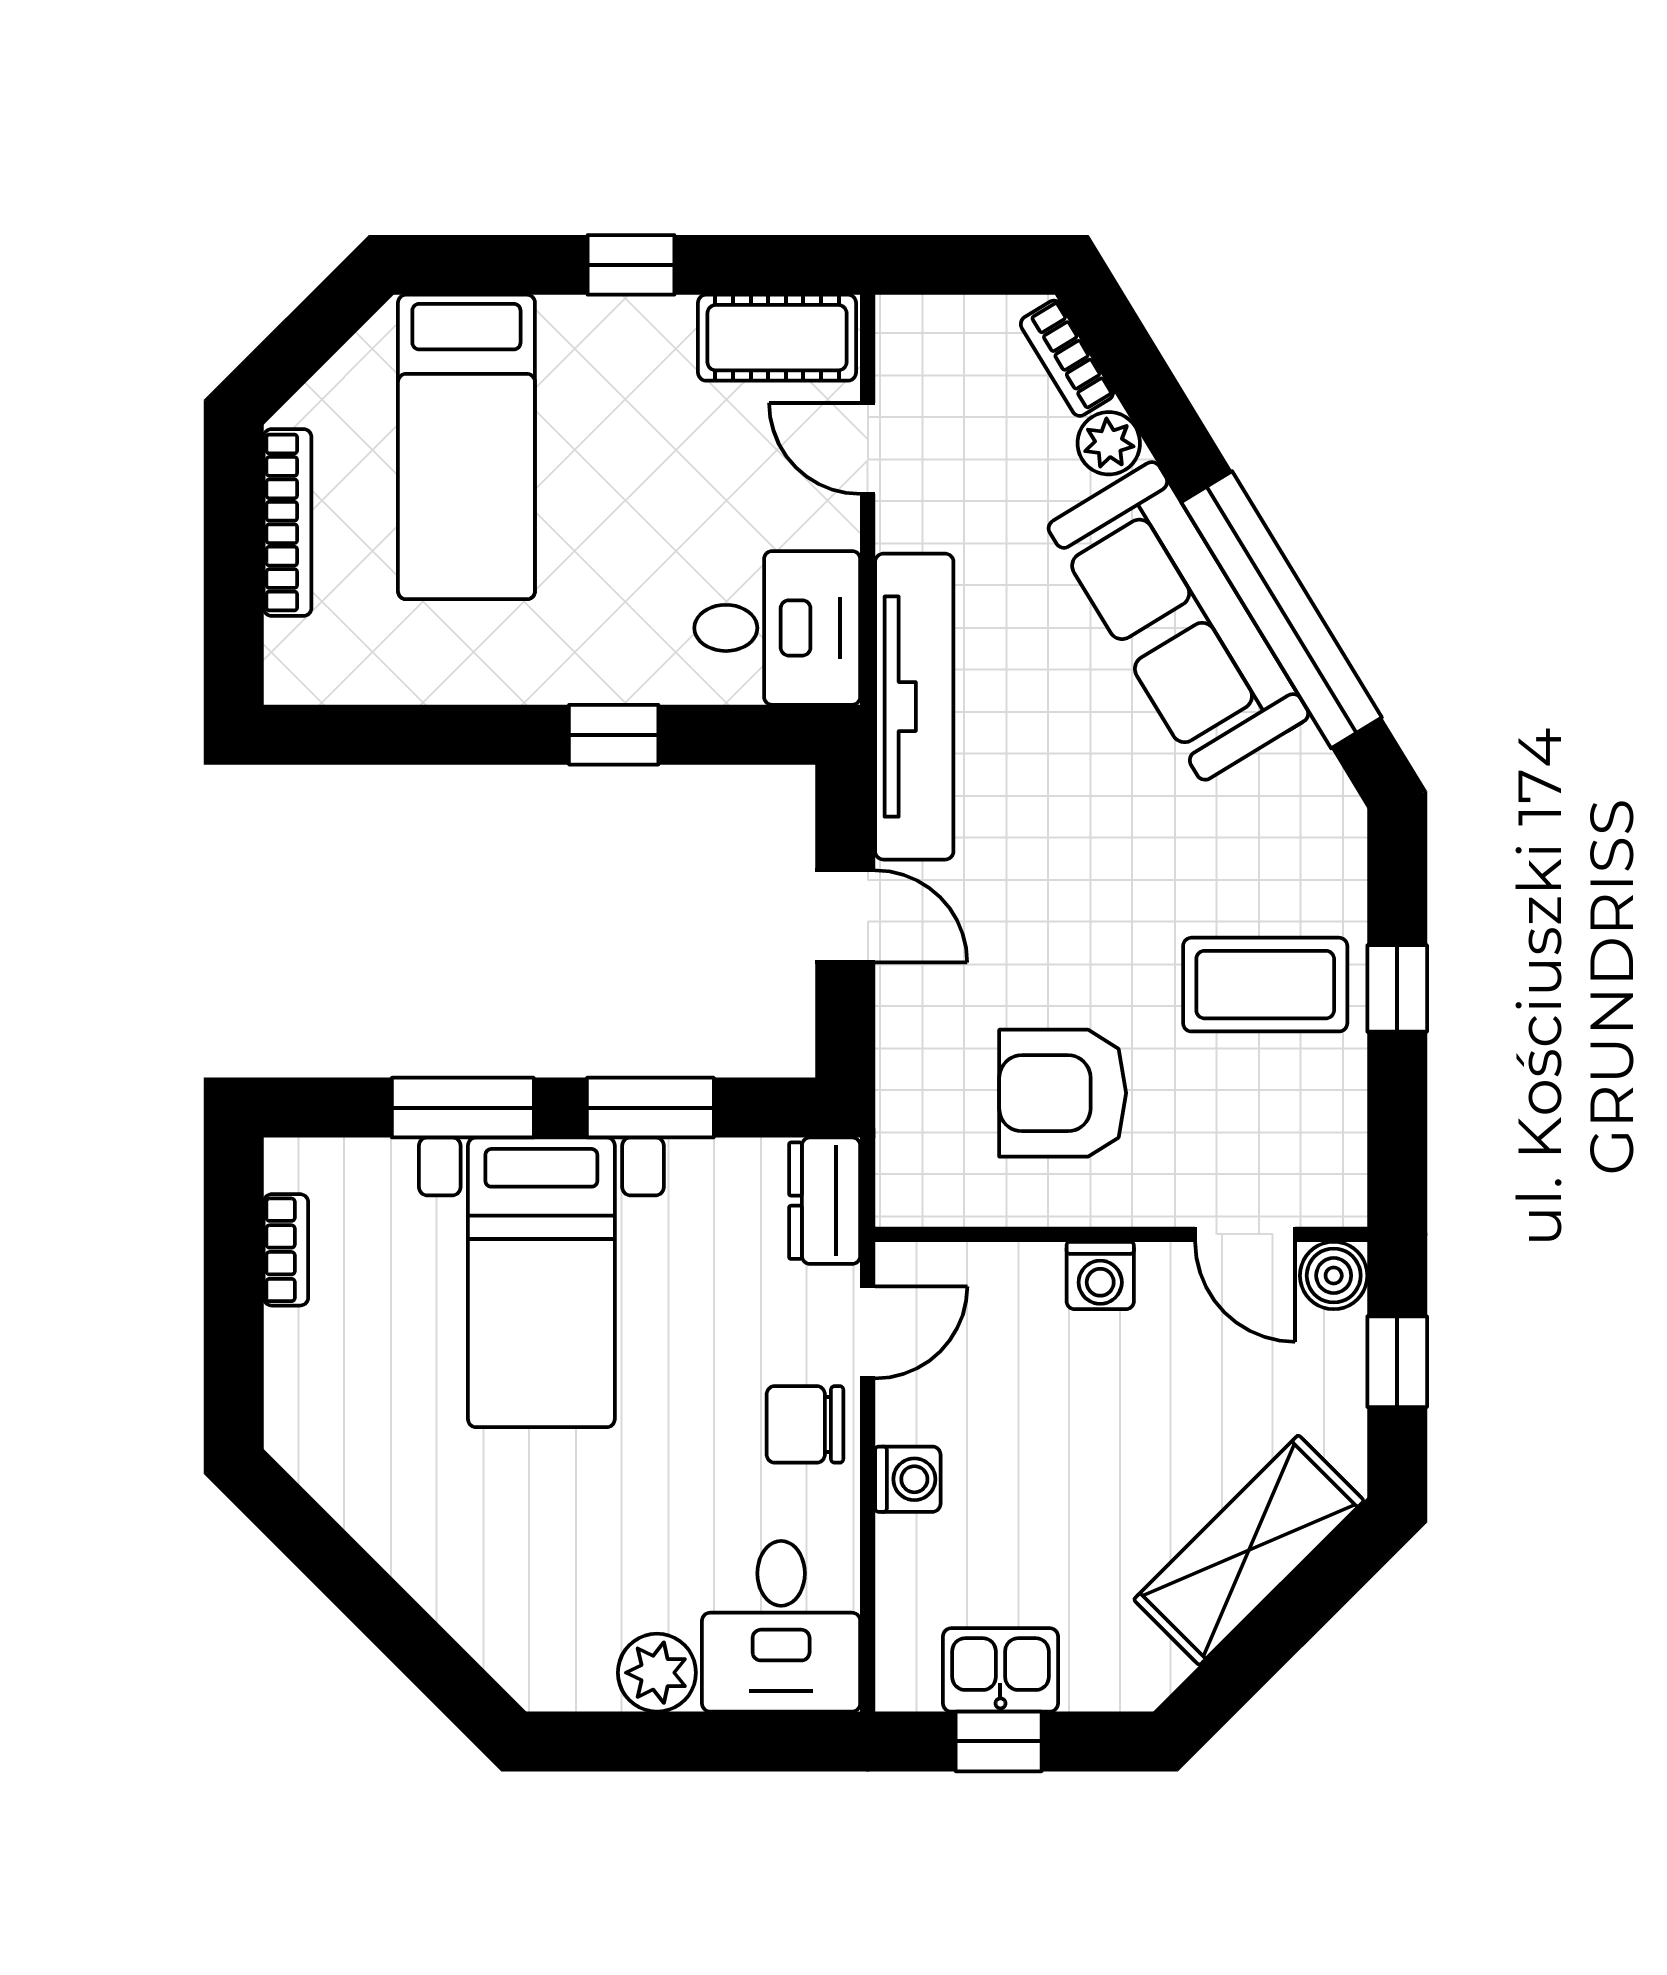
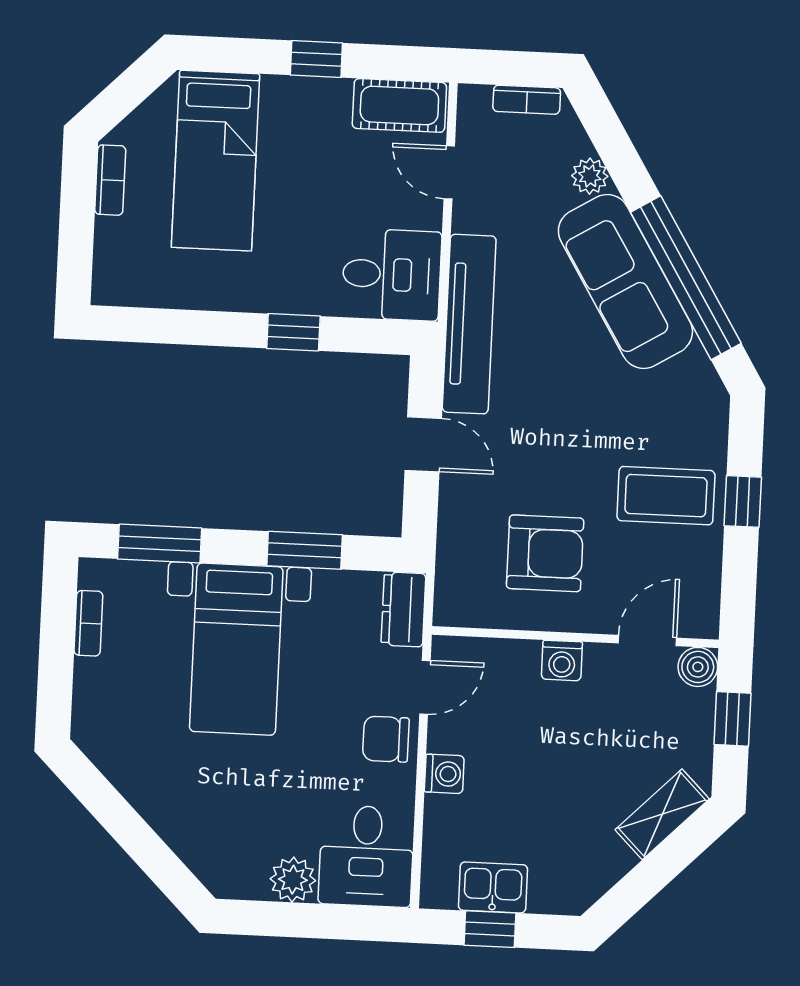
bookcase: (1067, 358) -> (527, 100), moved, turned -59
bookcase: (288, 522) -> (110, 180), width x0.64
armchair: (1063, 1093) -> (545, 553), turned 180
window: (463, 1108) -> (160, 544), moved
door: (1245, 1234) -> (647, 641), swing flipped
shelving: (1249, 1550) -> (662, 814), width x0.67, depth x0.75

